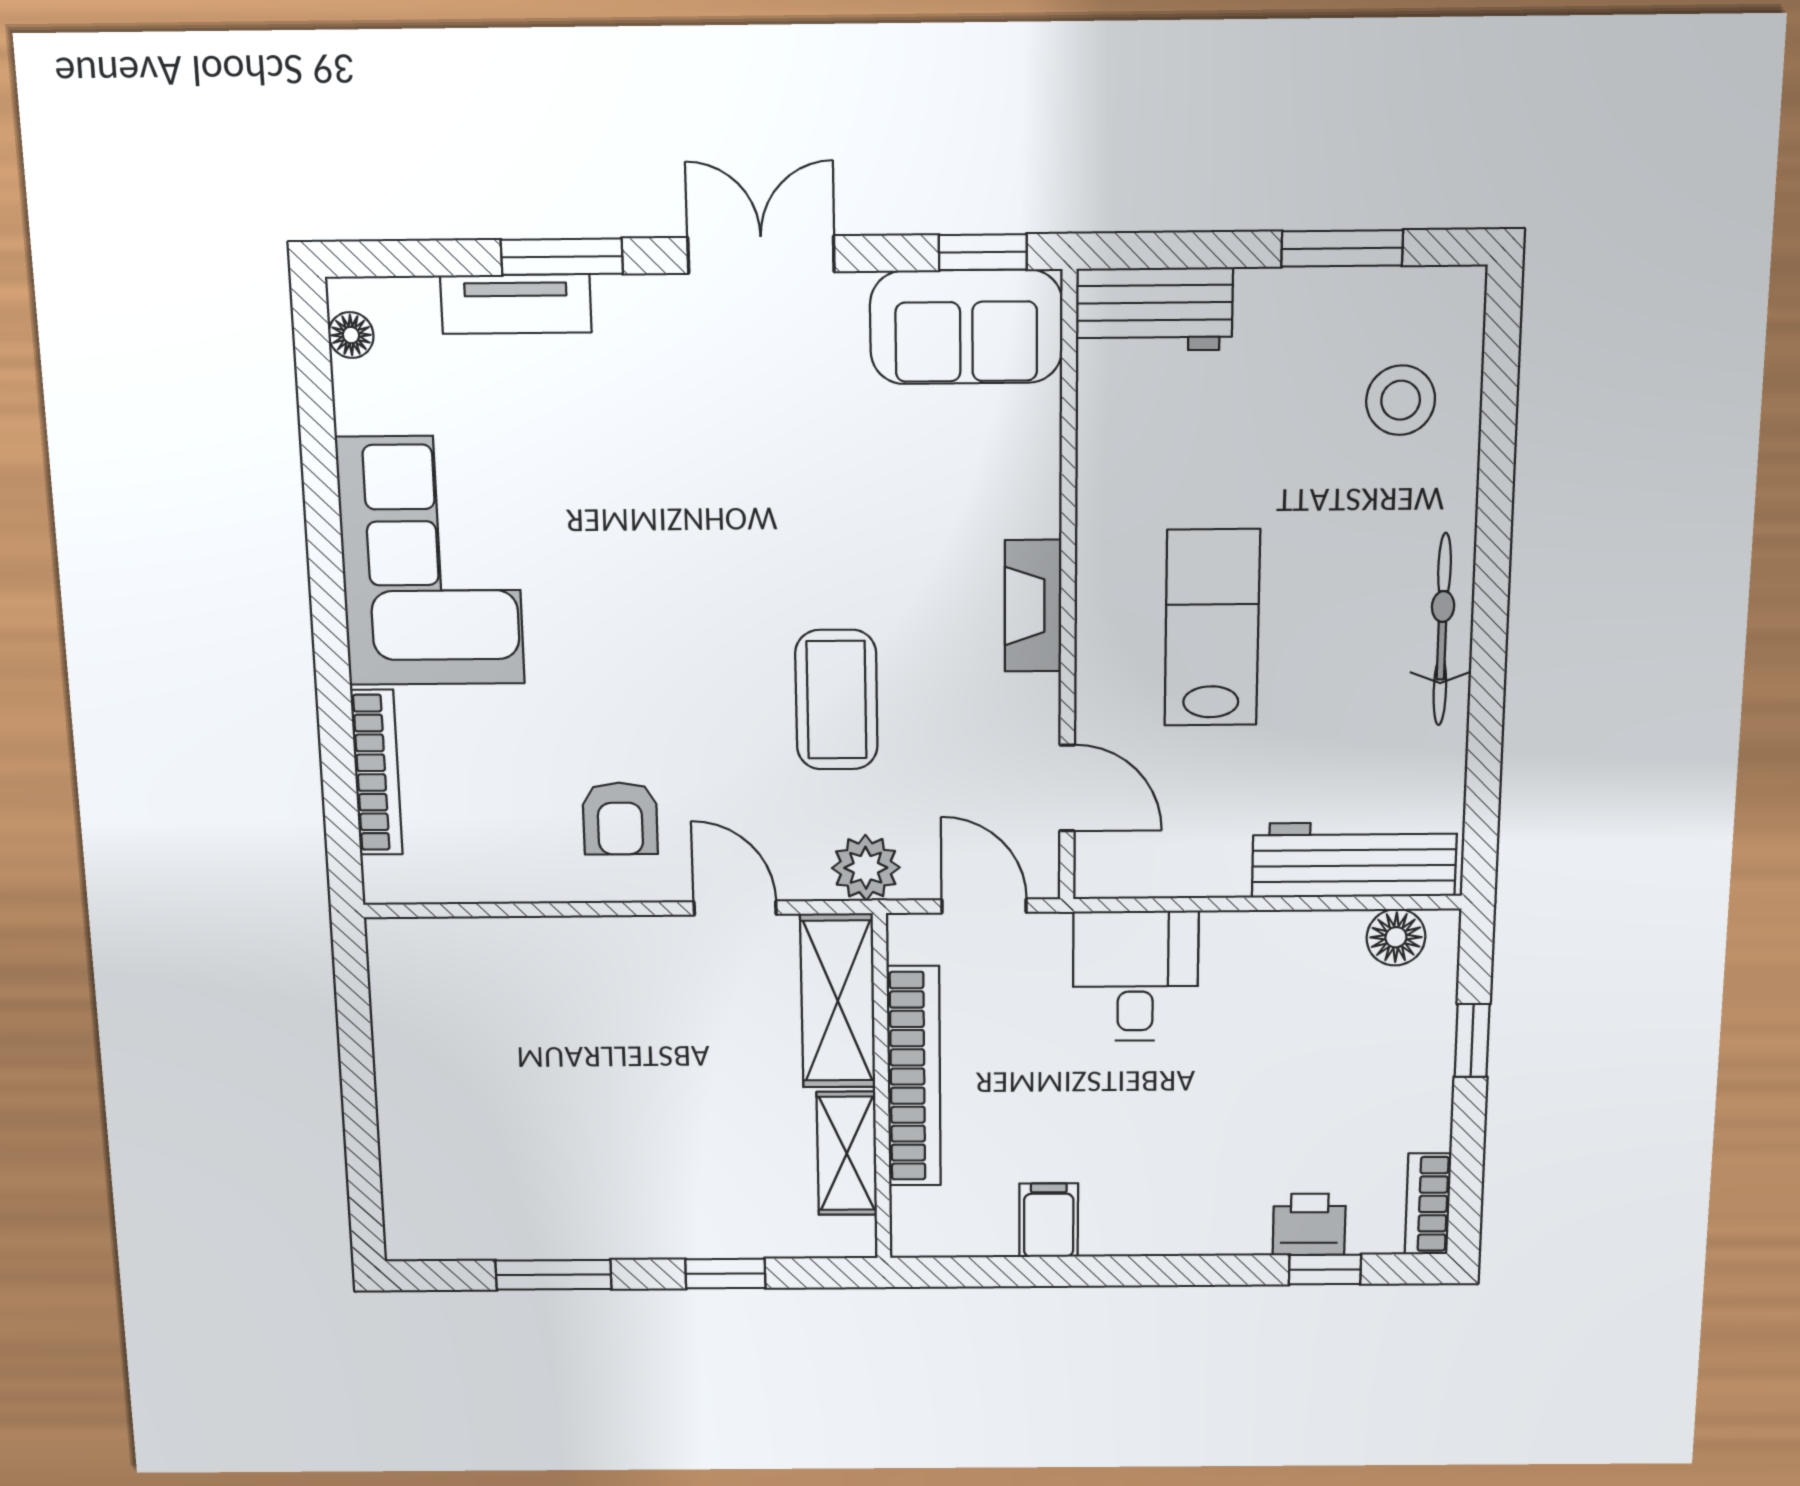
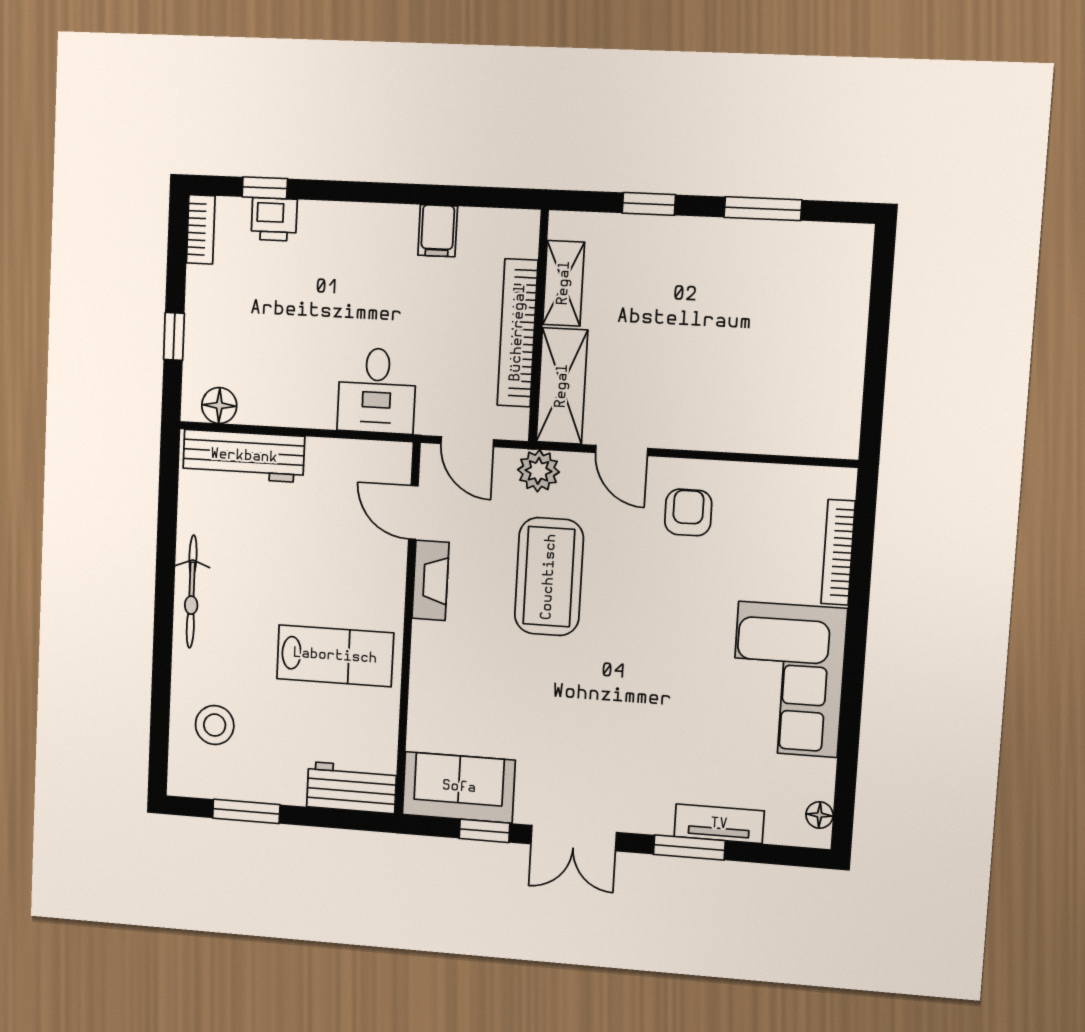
window: (983, 252) -> (484, 831), moved
fireplace: (1033, 606) -> (431, 580), moved
lab bench: (1212, 628) -> (335, 656), moved, turned -90
coffee table: (836, 700) -> (549, 577), width x1.36, depth x1.32

